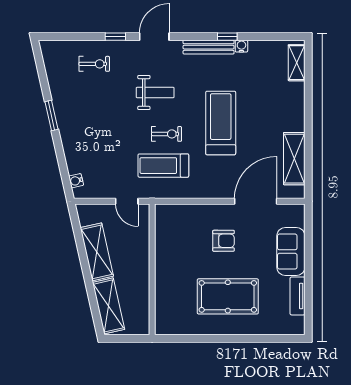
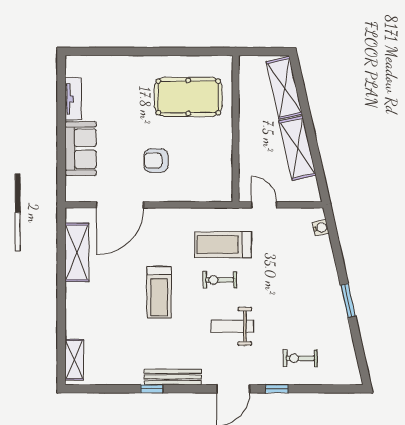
water cooler: (241, 46) -> (136, 378), removed
treadmill: (221, 123) -> (159, 292), width x0.73, depth x0.73
treadmill: (163, 166) -> (223, 245), turned 180
pool table: (228, 296) -> (188, 97), moved

